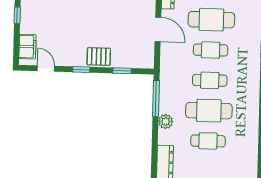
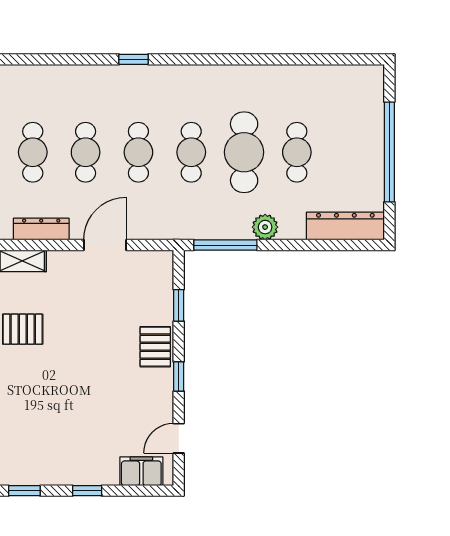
cafe table: (211, 20) -> (86, 152), width x0.73, depth x0.74

